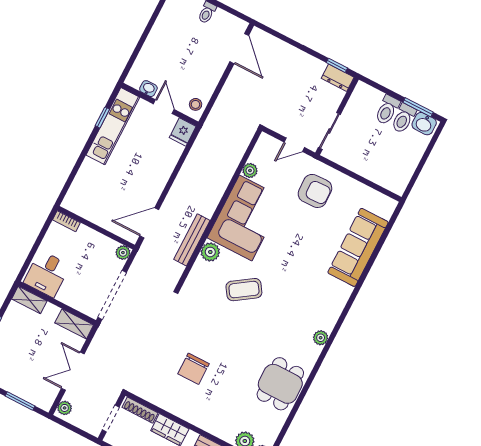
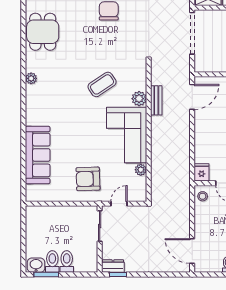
bench: (192, 240) -> (156, 100), width x0.73
plant: (123, 253) -> (200, 67), removed

